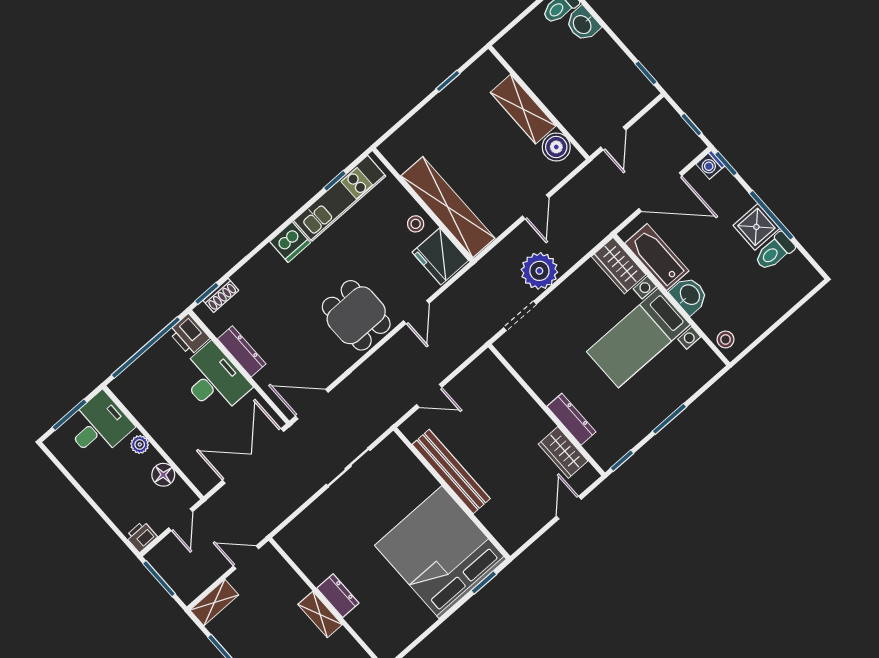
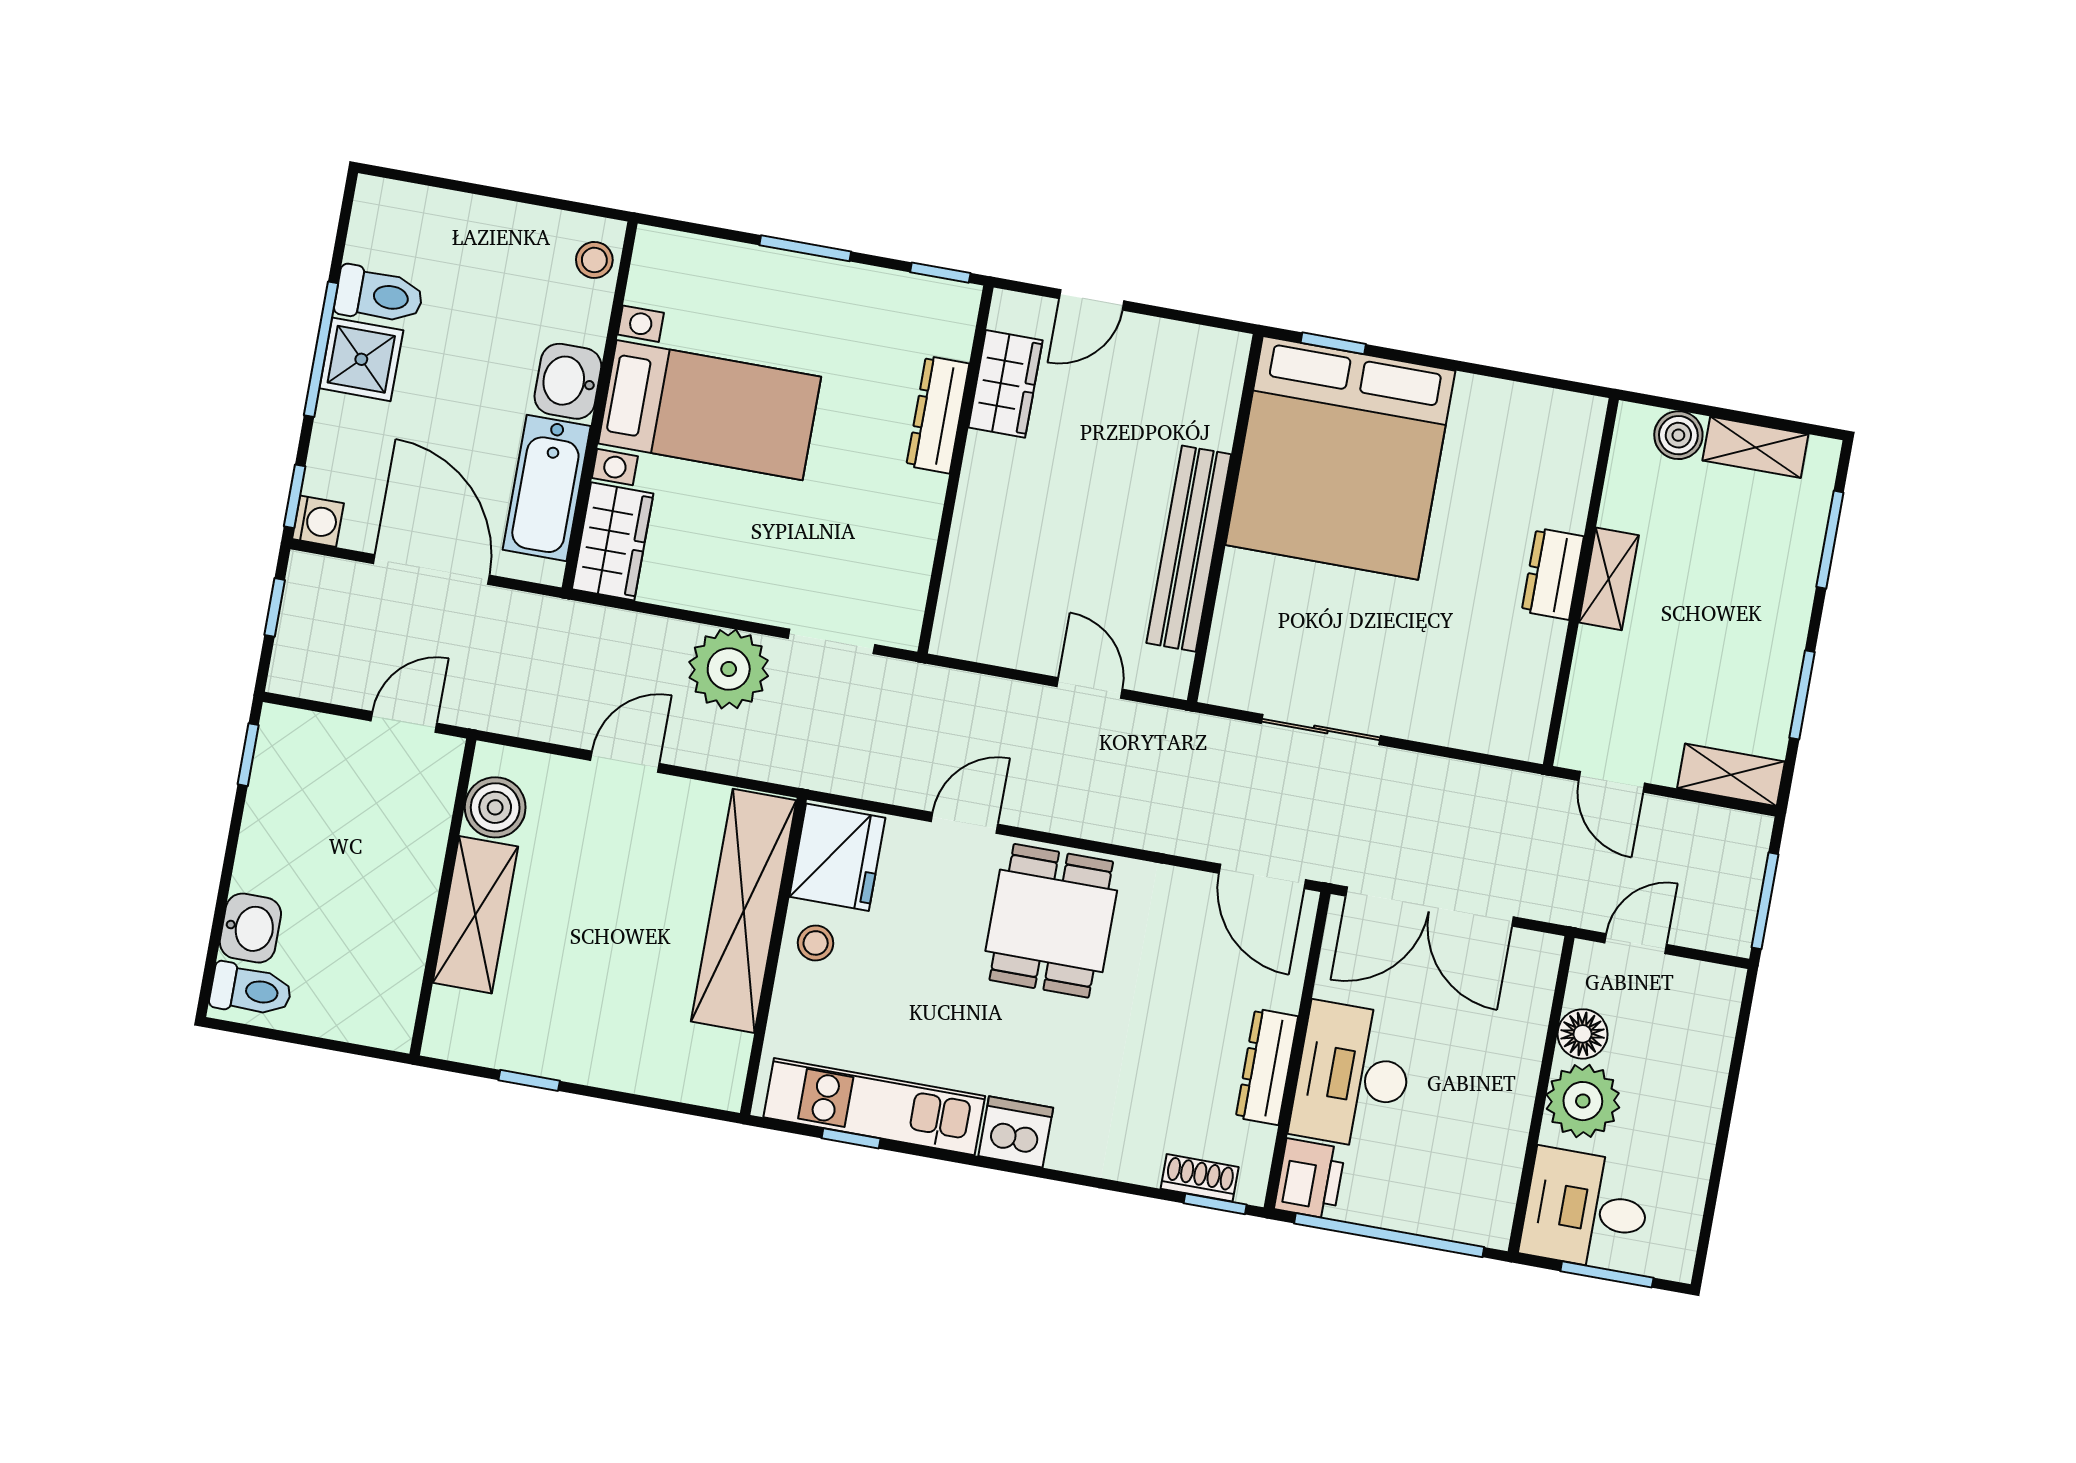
plant: (140, 444) -> (1583, 1101), width x1.87, depth x1.87
printer: (141, 537) -> (1717, 988), removed

